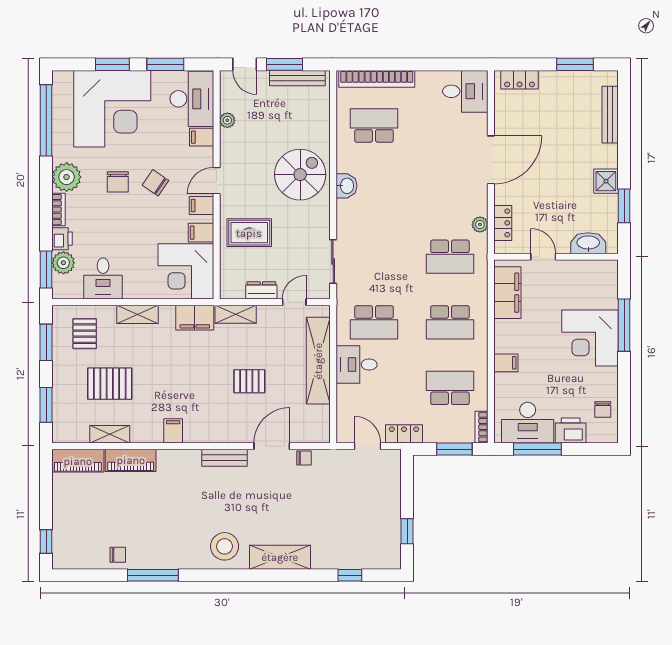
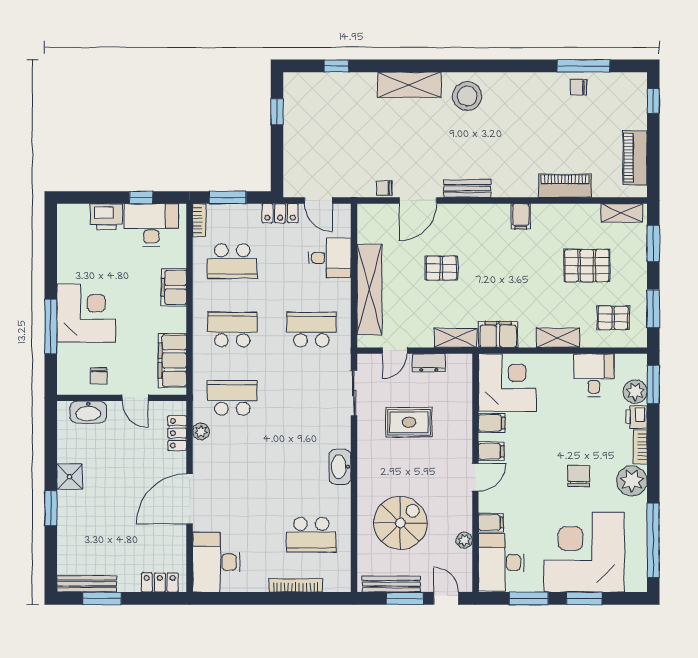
bookcase: (377, 79) -> (296, 585), width x0.68, depth x0.76
desk: (465, 91) -> (216, 562), width x1.37
bench: (610, 115) -> (87, 584), moved, turned 90
spiral stairs: (300, 175) -> (400, 523), moved, turned 180
chair: (155, 183) -> (539, 475), removed
washbasin: (346, 186) -> (340, 467), width x1.38
window: (624, 206) -> (51, 508), moved
rug: (249, 233) -> (409, 422), moved
pallet: (85, 334) -> (613, 318), turned 90
filing cabinet: (506, 363) -> (174, 287), width x2.00
desk: (356, 365) -> (330, 258), moved
chair: (603, 409) -> (99, 376), moved, turned 180
shelving: (110, 434) -> (622, 213), moved
window: (537, 449) -> (141, 197), width x0.46
piano: (78, 461) -> (635, 158), moved, turned -90
window: (153, 575) -> (584, 66), moved

